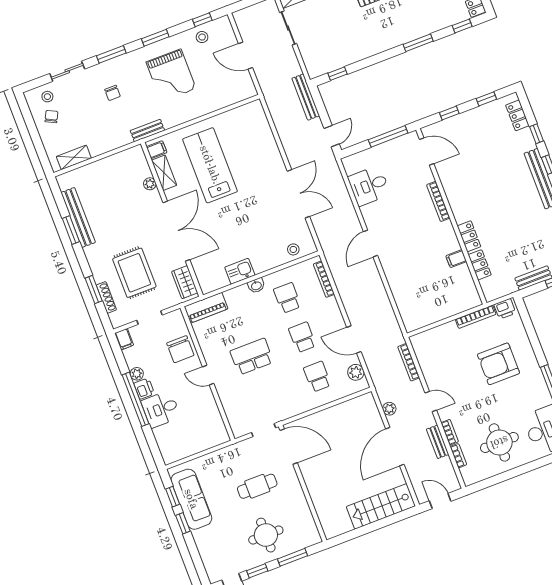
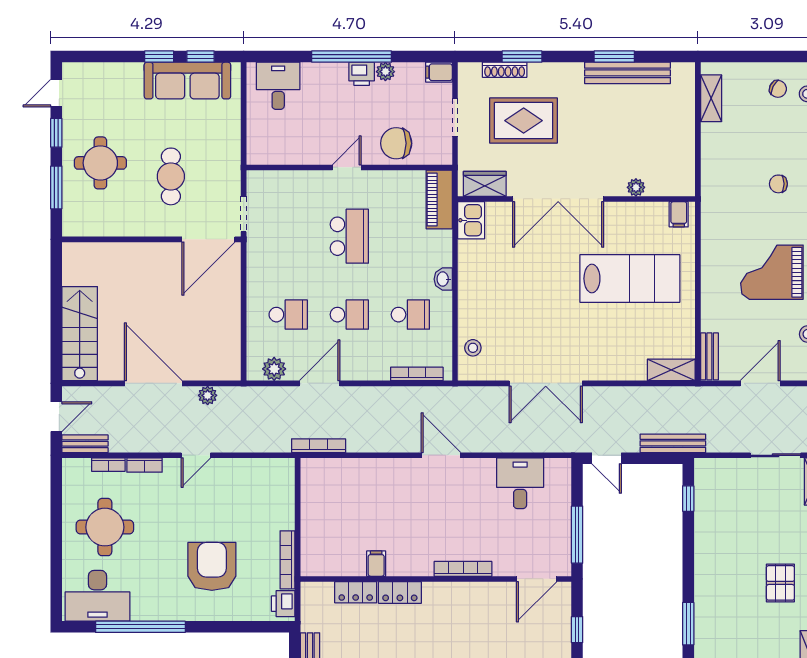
bench: (147, 131) -> (709, 356), moved
shelving: (164, 173) -> (671, 370), moved
kitchen sink: (240, 271) -> (471, 220), moved
bookcase: (409, 362) -> (319, 446), moved
desk: (161, 409) -> (278, 86), moved
bench: (438, 442) -> (85, 444), moved

